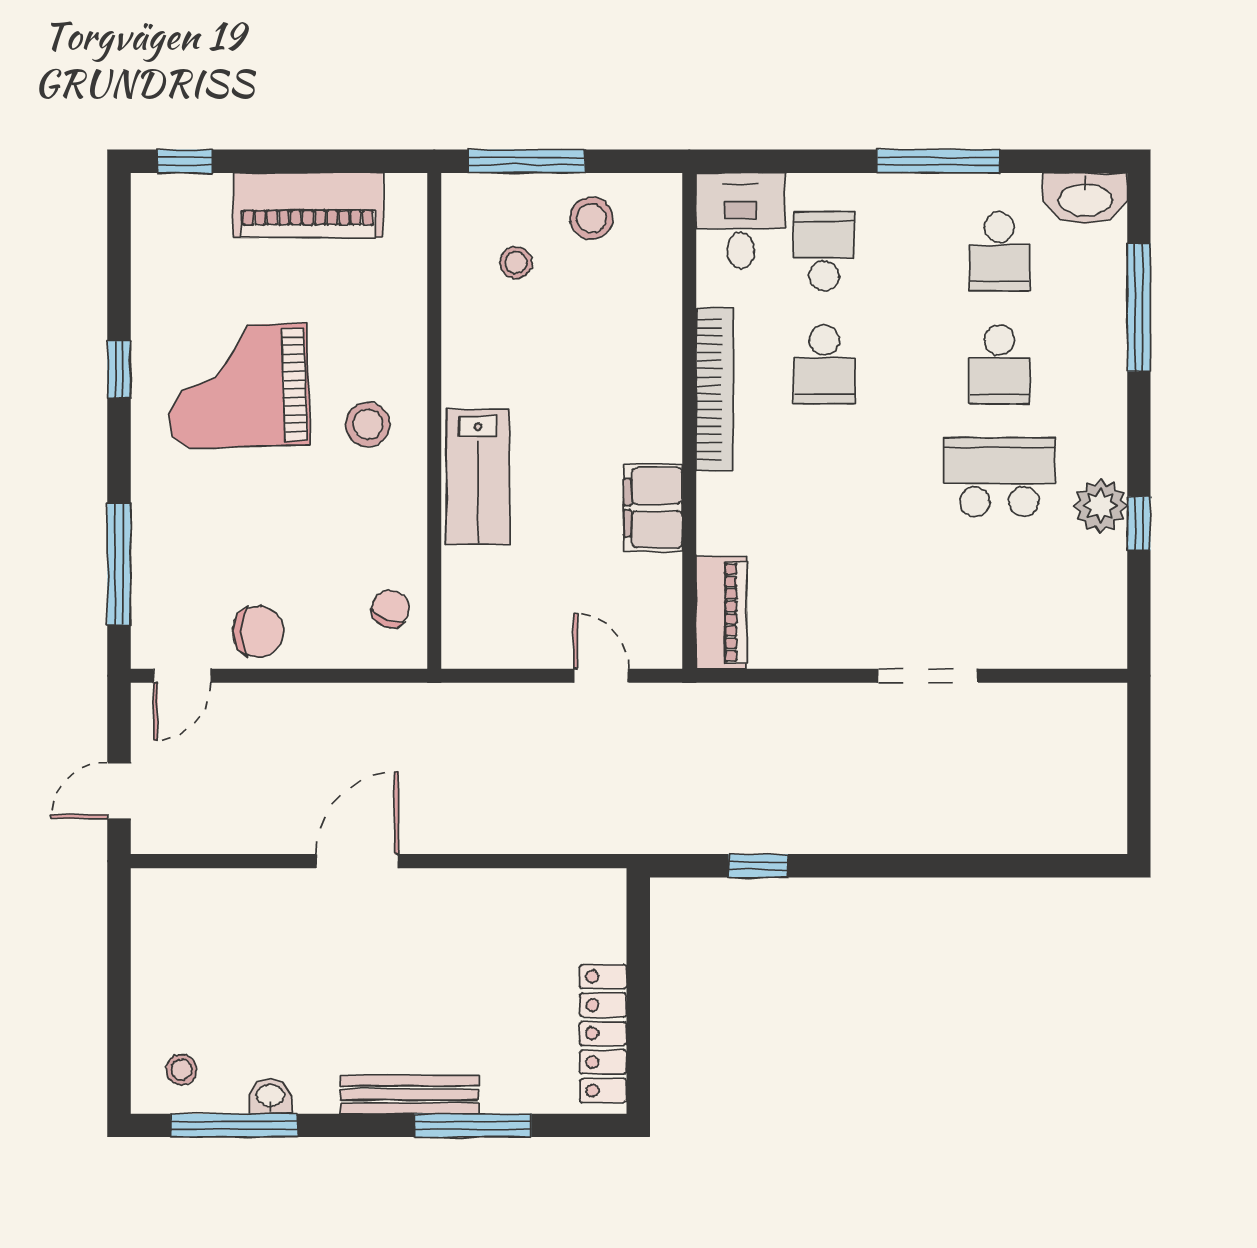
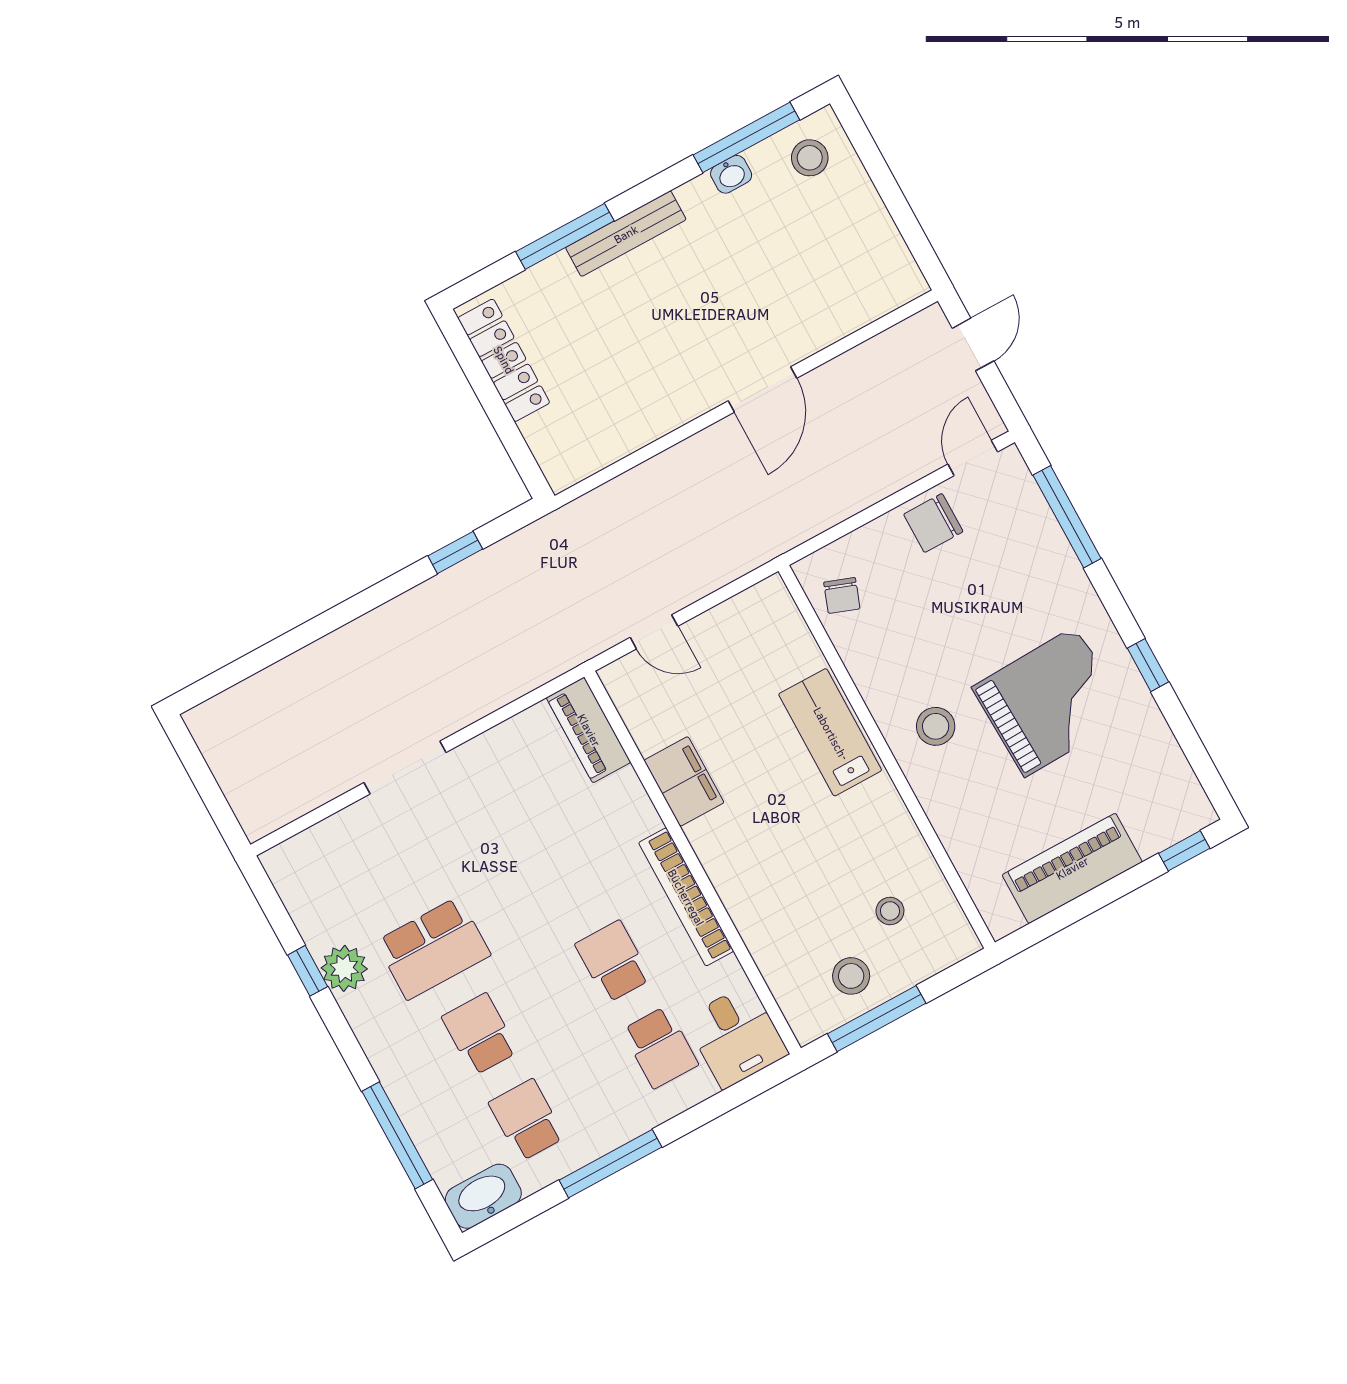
window: (526, 161) -> (877, 1019), moved
stool: (181, 1070) -> (810, 158), width x1.37, depth x1.37

